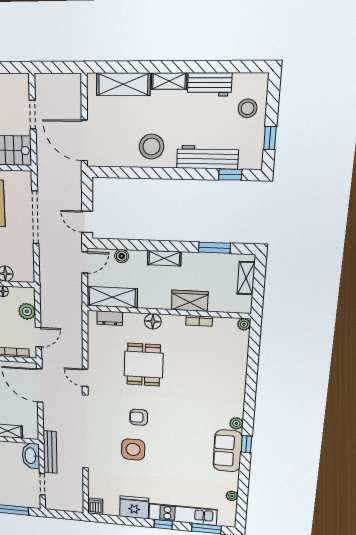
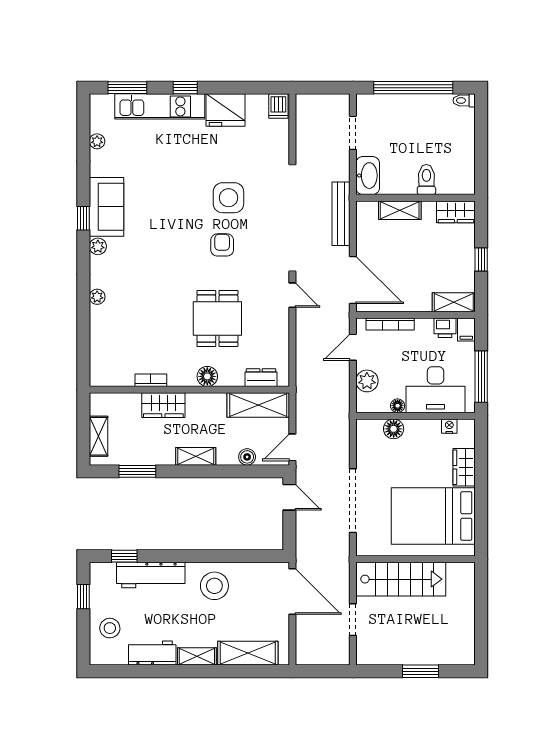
plant: (244, 324) -> (97, 297), moved
armchair: (139, 417) -> (222, 245), turned -90
bench: (50, 452) -> (341, 214), moved

